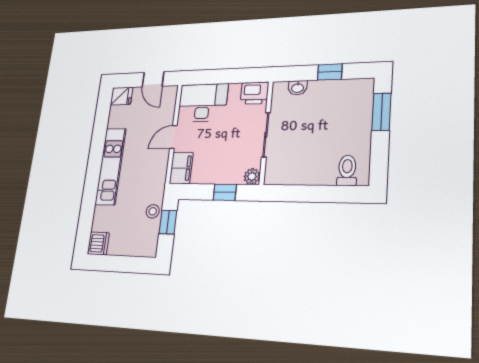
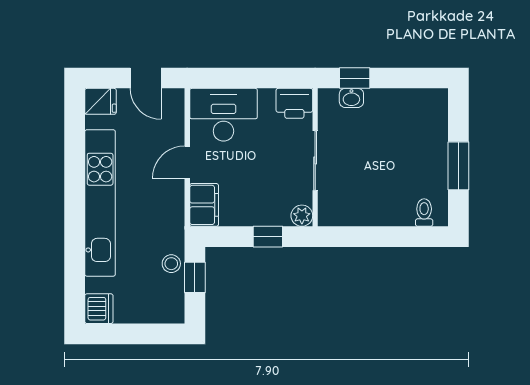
window: (330, 72) -> (355, 78), moved
window: (381, 112) -> (458, 166), moved
kitchen unit: (111, 166) -> (100, 203), width x1.36
toilet: (347, 170) -> (424, 213), width x0.73, depth x0.72

